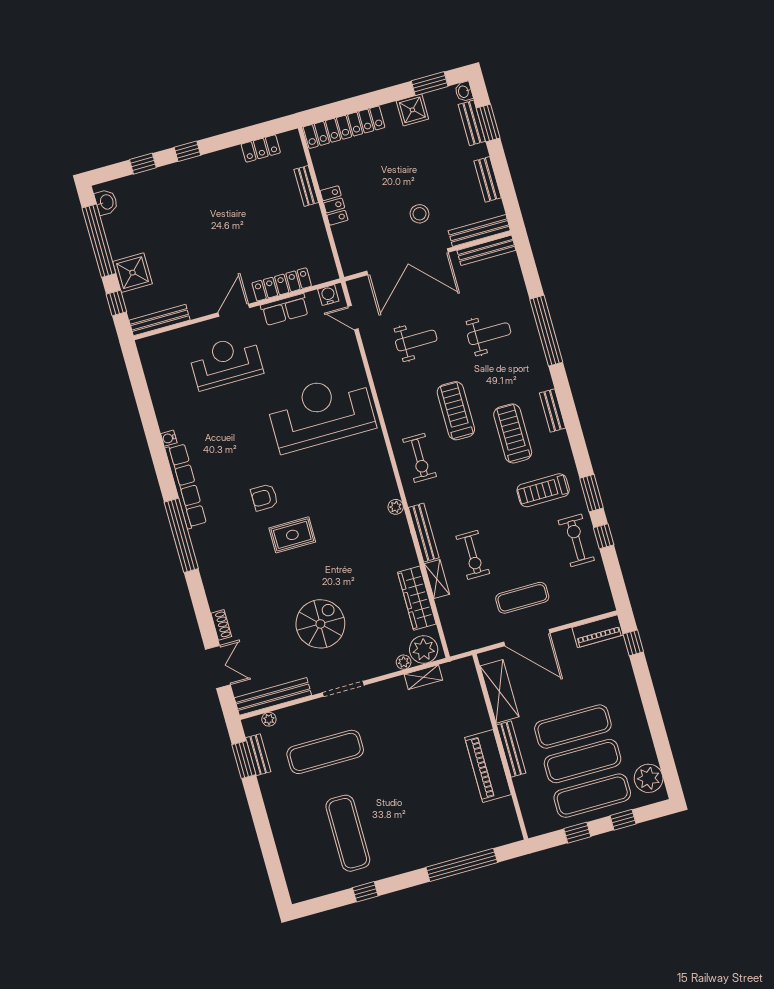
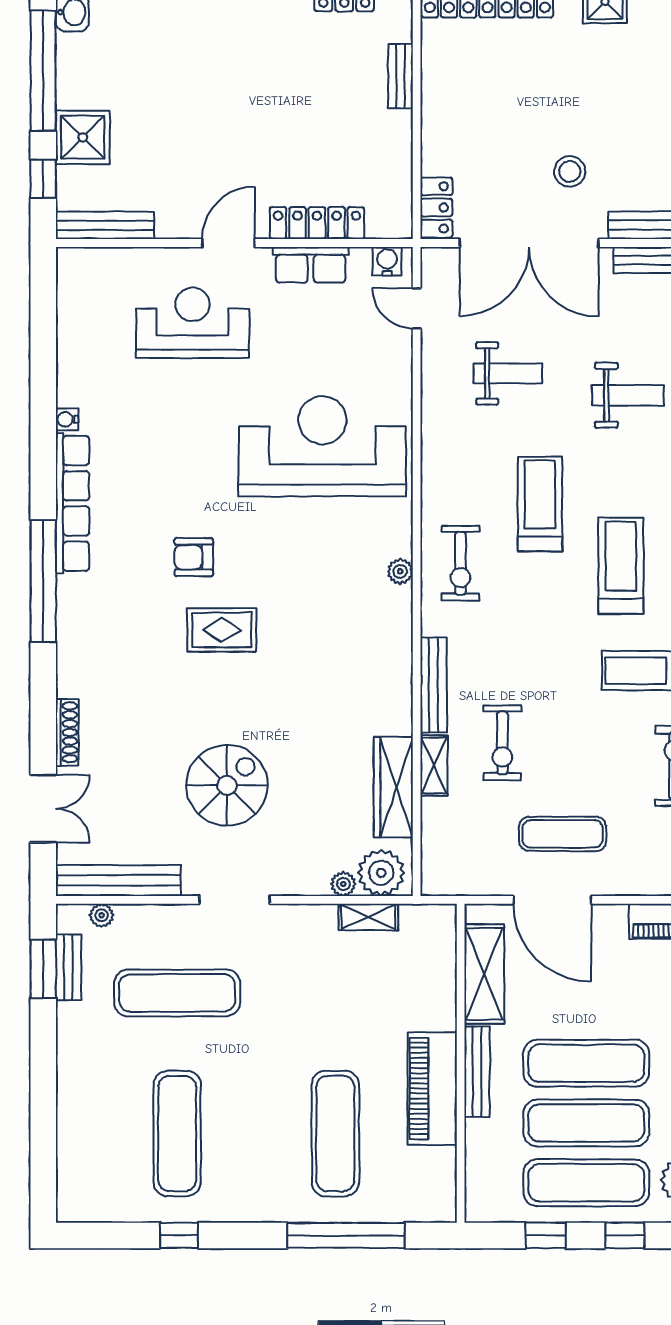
locker: (334, 205) -> (436, 207), moved
plant: (396, 507) -> (400, 571), moved
shoe rack: (221, 625) -> (67, 732), width x1.43
exercise mat: (439, 808) -> (335, 1134), added

